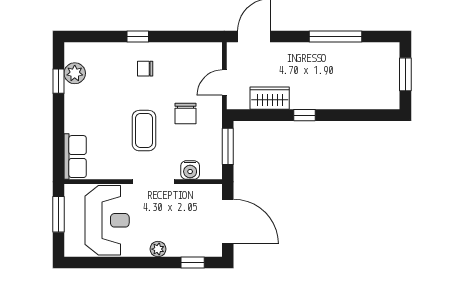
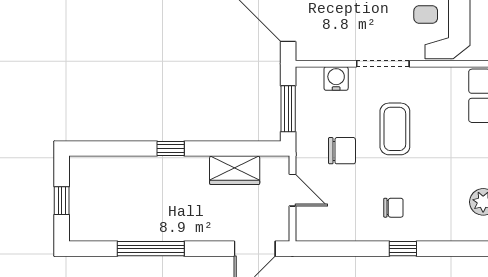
window: (405, 74) -> (62, 201), width x0.67
door: (224, 83) -> (292, 190), hinge flipped
chair: (186, 113) -> (342, 151), turned 90
window: (304, 115) -> (171, 149), moved

